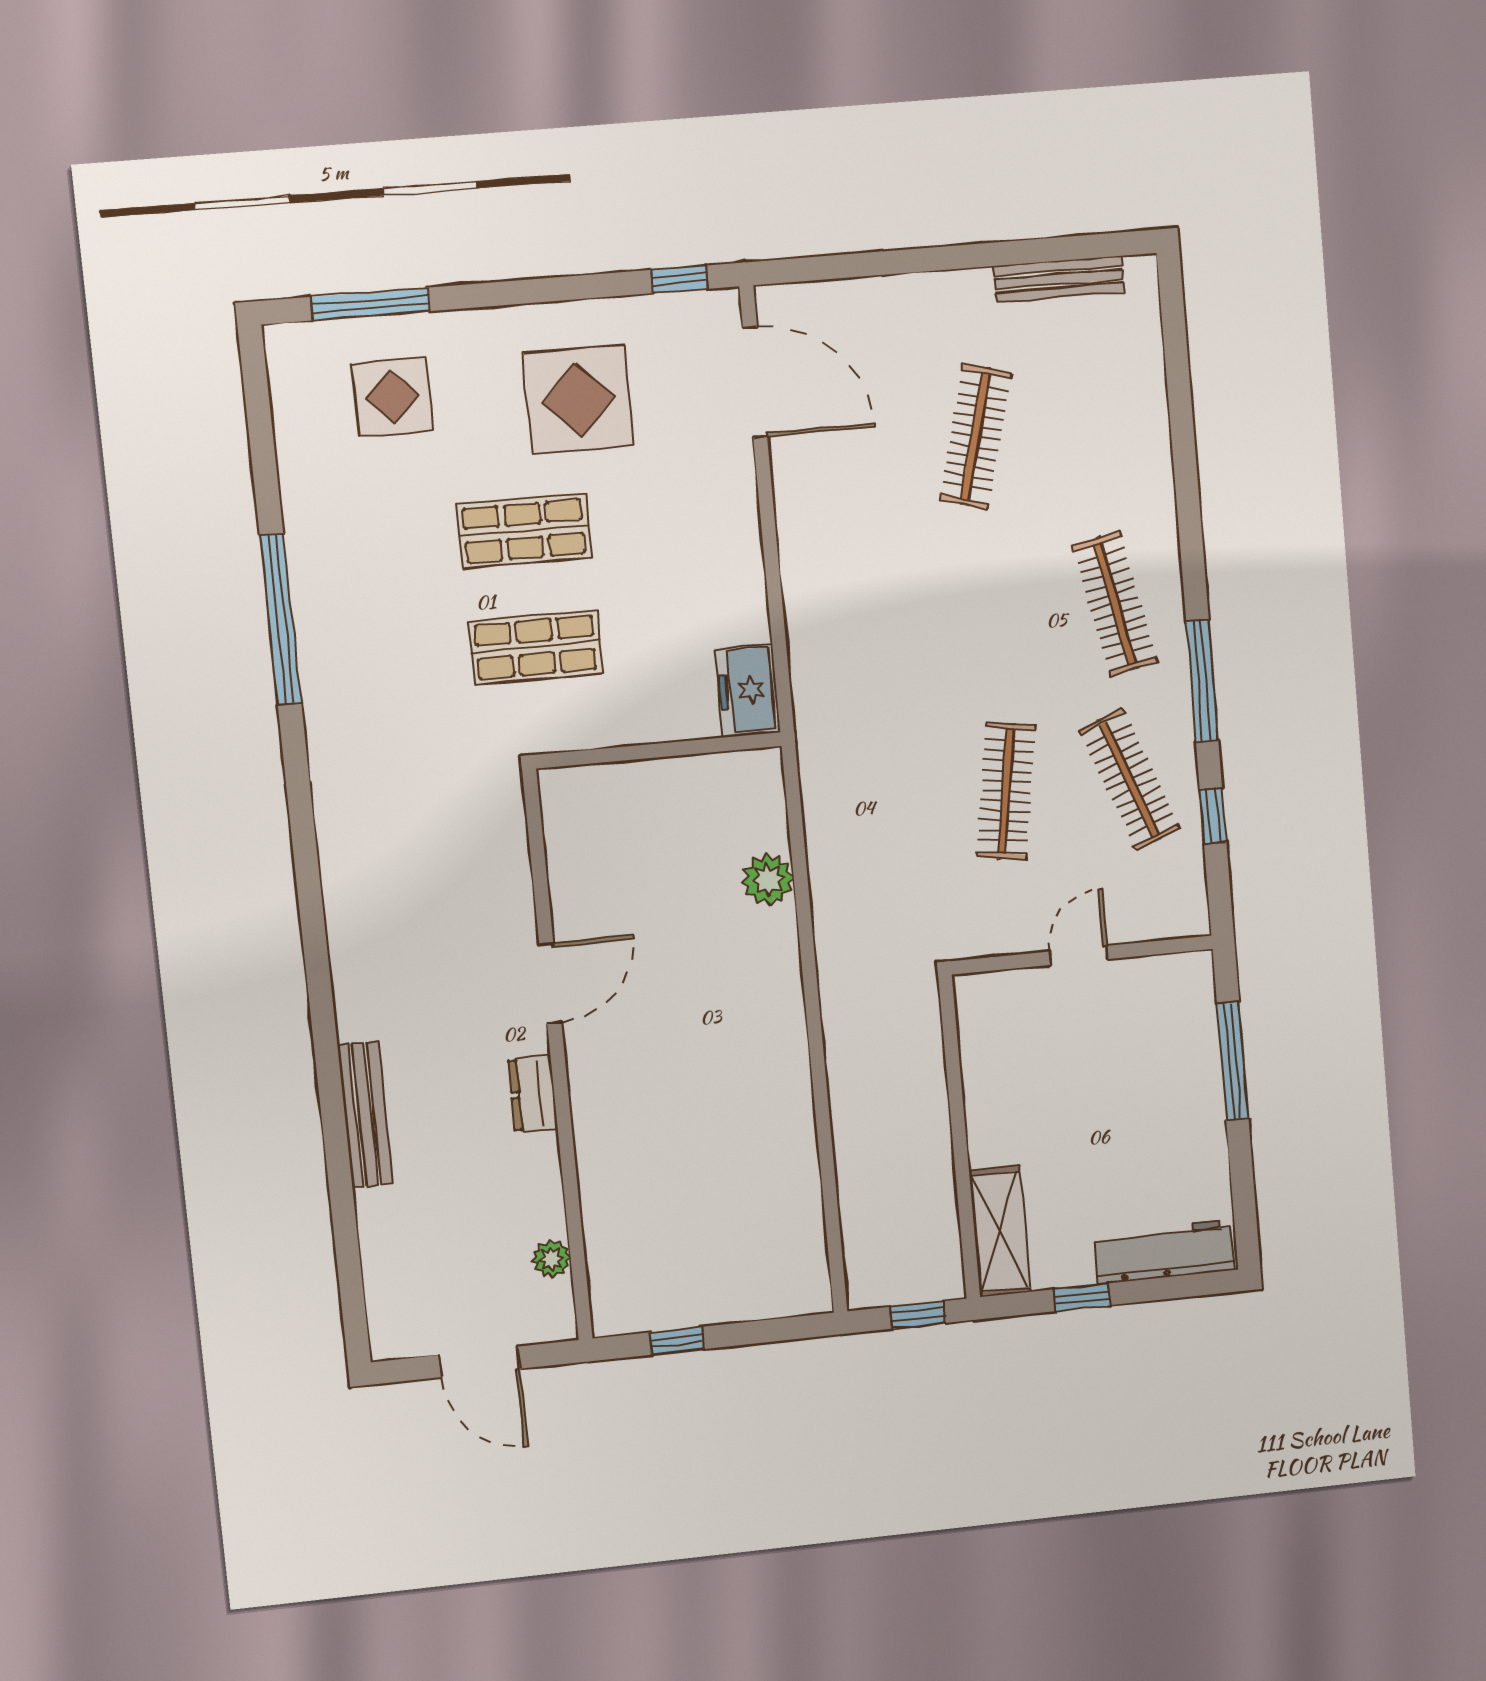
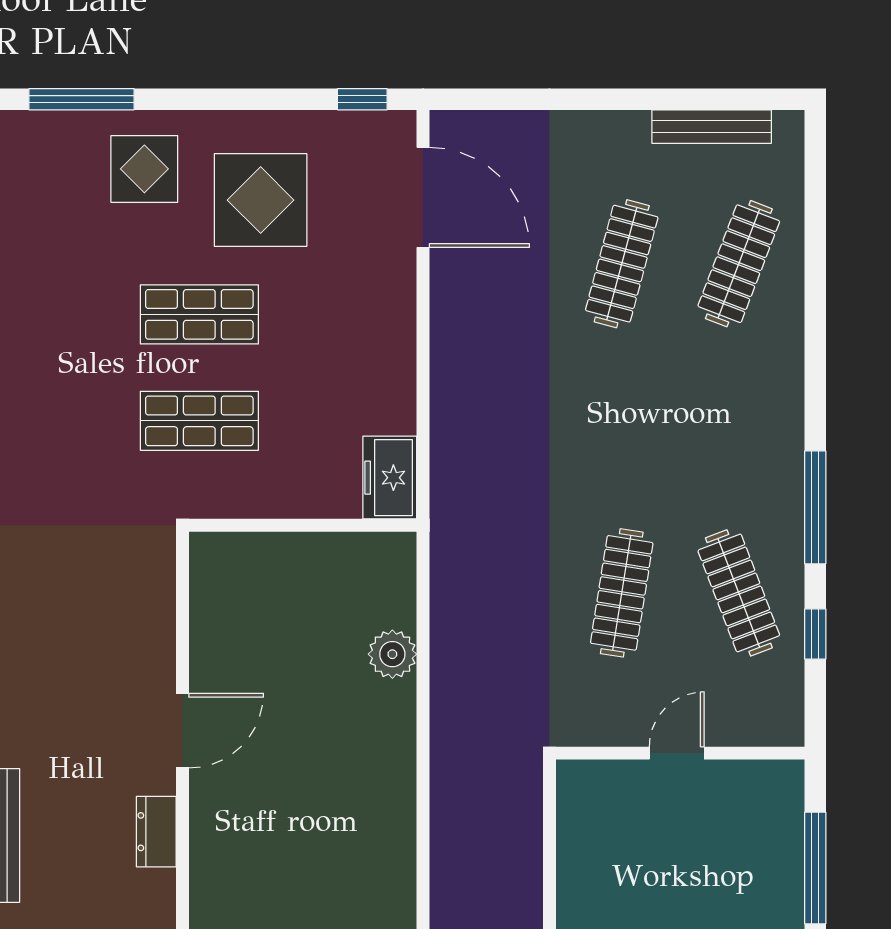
display table: (393, 397) -> (144, 169), moved
clothes rail: (1115, 604) -> (739, 264), moved, turned 33

